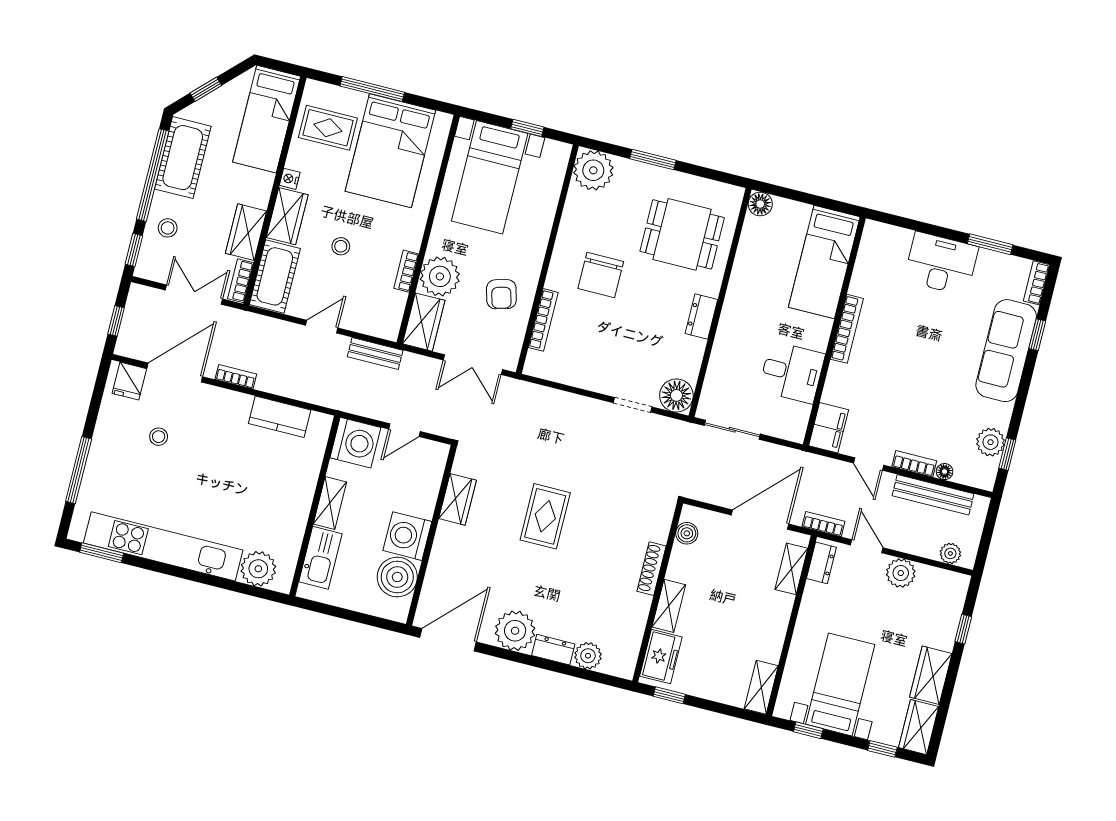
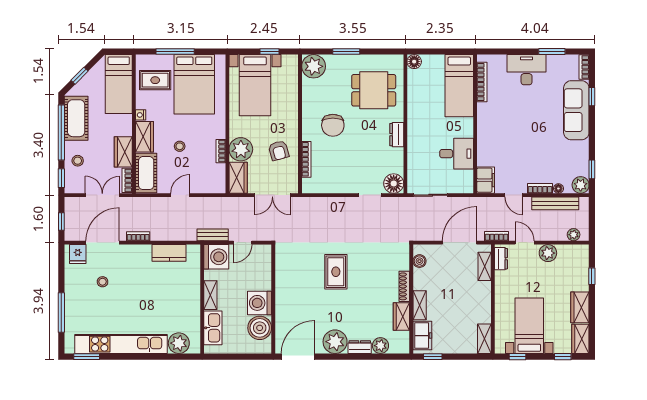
bookcase: (847, 329) -> (482, 82), moved
bench: (375, 354) -> (213, 235), moved
plant: (990, 442) -> (581, 185), moved
wardrobe: (458, 499) -> (401, 317), moved, turned 180

